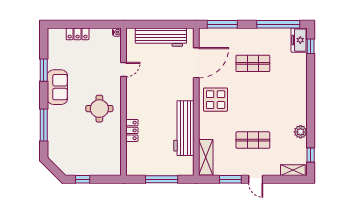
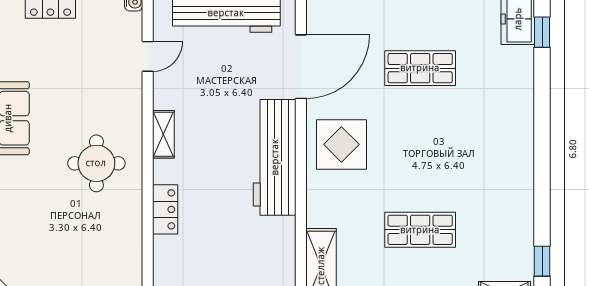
door: (124, 70) -> (148, 56), moved
shelving: (131, 95) -> (163, 134), added
workbench: (184, 128) -> (275, 157), moved
plant: (301, 132) -> (521, 212), removed

